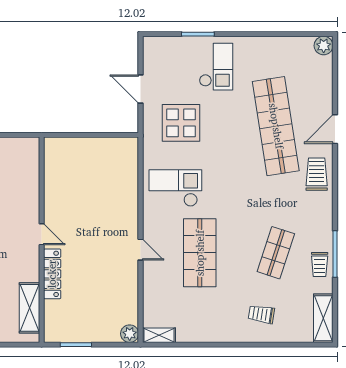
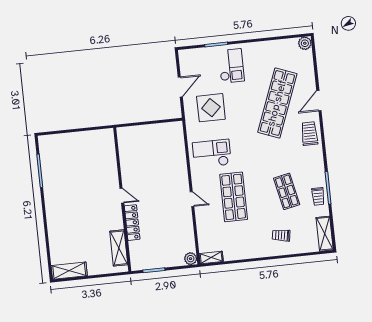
door: (141, 89) -> (180, 87), swing flipped
shop shelf: (276, 126) -> (277, 103), turned 30
shop shelf: (276, 253) -> (287, 191), turned -30

